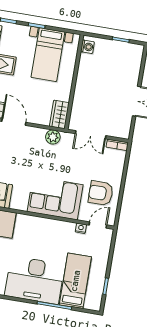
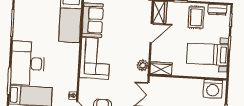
washing machine: (87, 47) -> (213, 89), width x1.89, depth x1.89
corner sofa: (55, 198) -> (95, 58), moved

